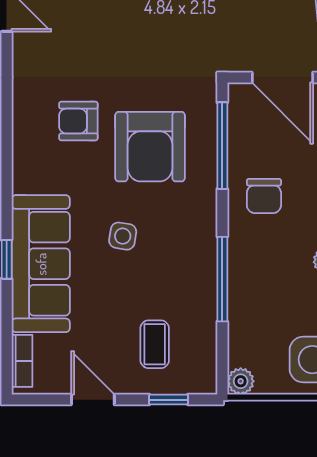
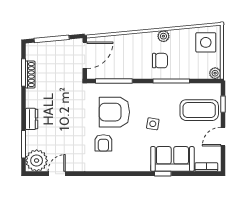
armchair: (150, 147) -> (114, 112), turned 180
chair: (264, 196) -> (160, 61), moved
sofa: (41, 264) -> (172, 159), width x0.73
coffee table: (155, 344) -> (199, 110), width x1.86, depth x1.72

